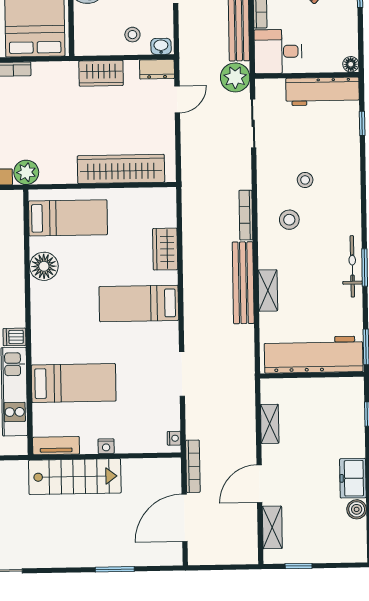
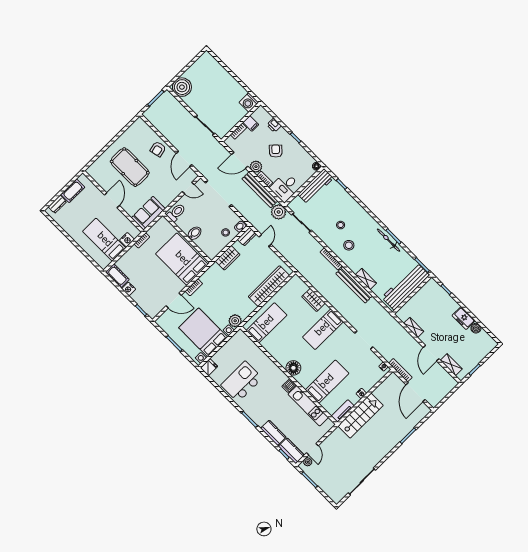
floor lamp: (44, 266) -> (293, 368), moved

